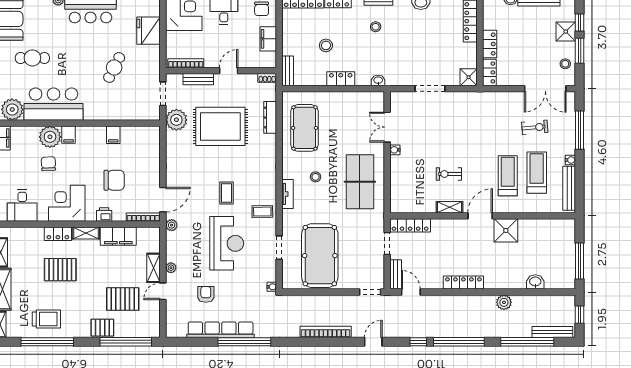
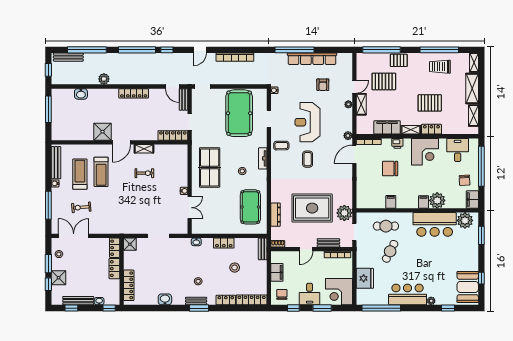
cafe table: (32, 58) -> (386, 226), moved
chair: (48, 164) -> (465, 180), moved
treadmill: (537, 173) -> (80, 174), turned 180

